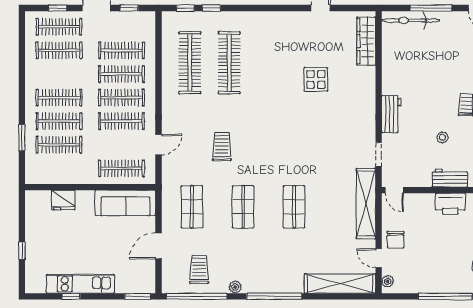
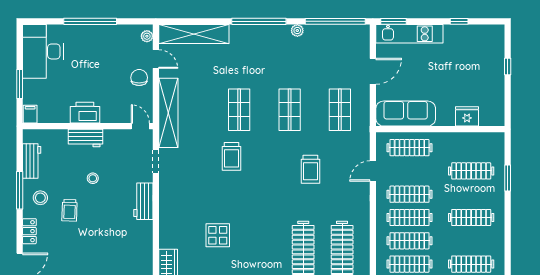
clothes rail: (59, 121) -> (471, 194), removed
trolley: (199, 269) -> (231, 156), moved
kitchen unit: (80, 284) -> (409, 34), moved

